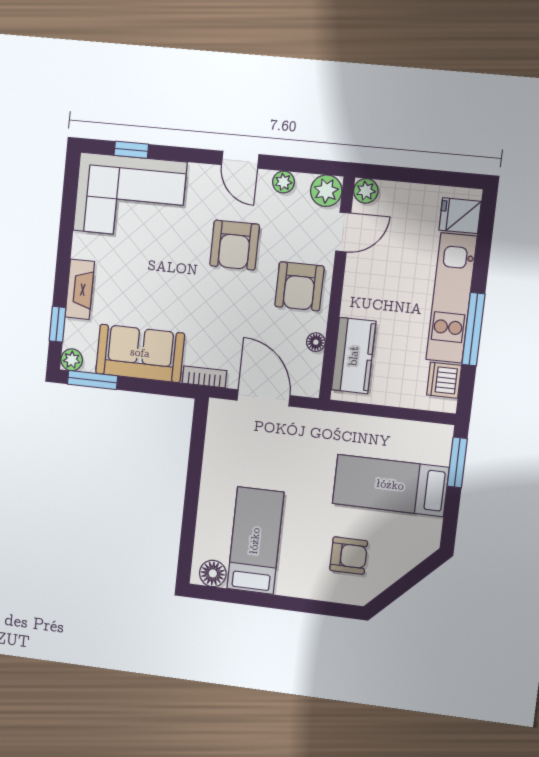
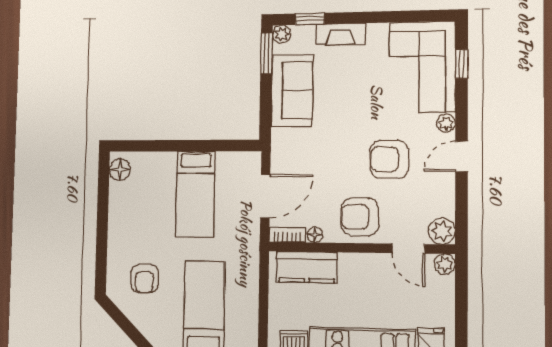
plant: (283, 182) -> (446, 123), moved
bookcase: (204, 377) -> (287, 235), moved, turned -90
bed: (255, 541) -> (195, 194), moved, turned 90

